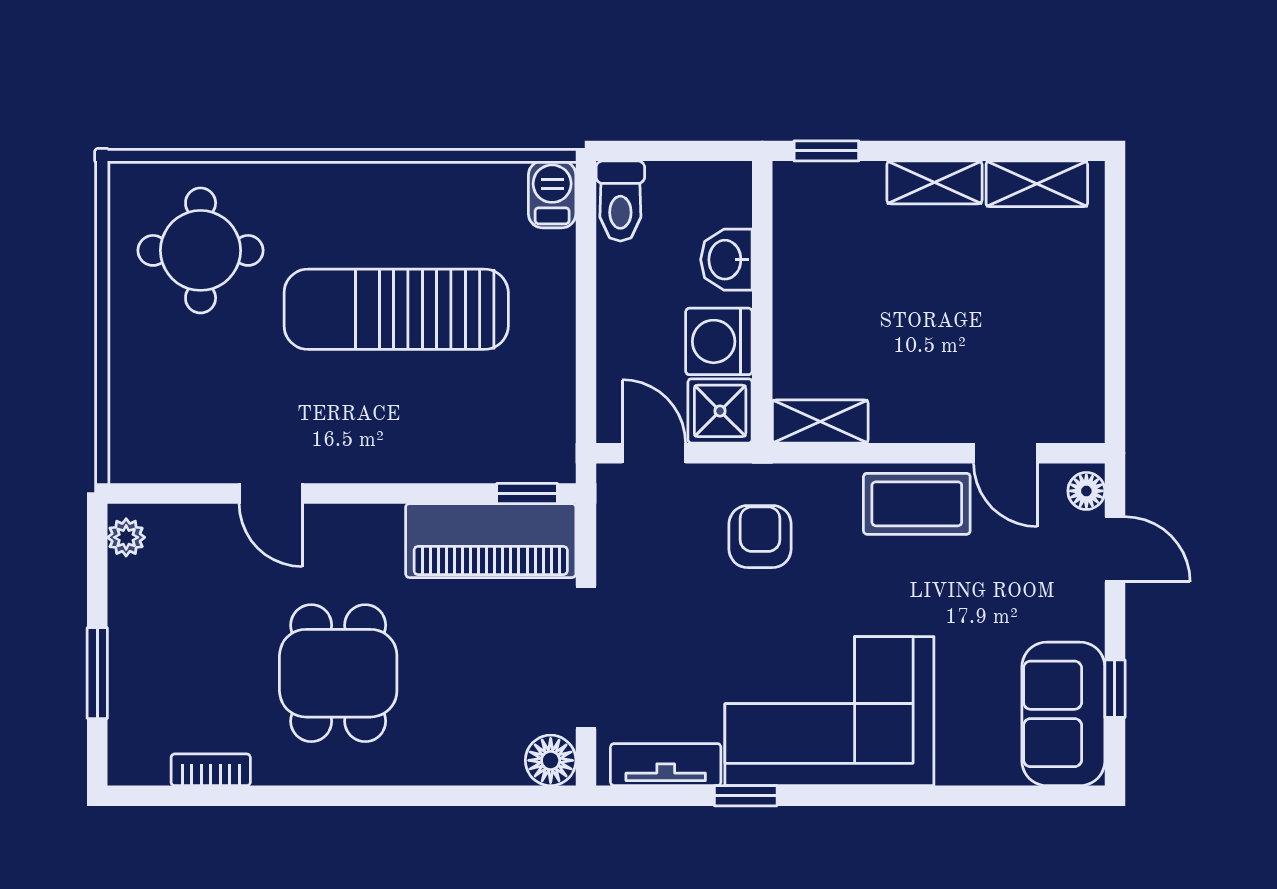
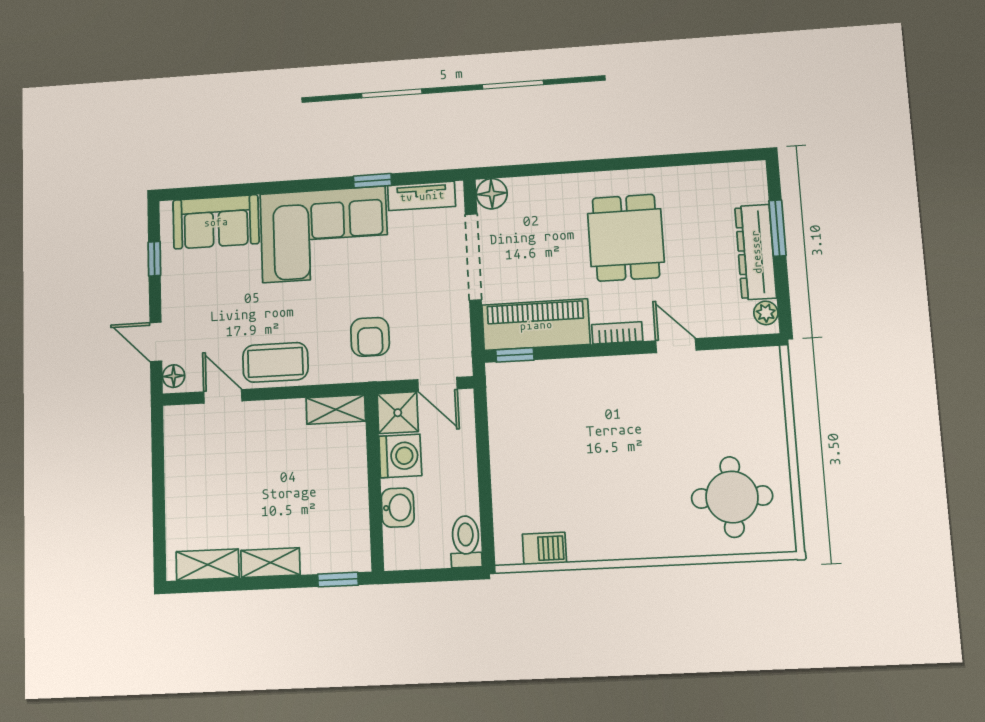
barbecue: (552, 194) -> (544, 548), moved, turned -90
sun lounger: (396, 309) -> (604, 466), removed
dresser: (135, 636) -> (756, 252), added
sofa: (1063, 714) -> (216, 222), moved, turned 90
bookcase: (211, 770) -> (617, 333), moved, turned 180

